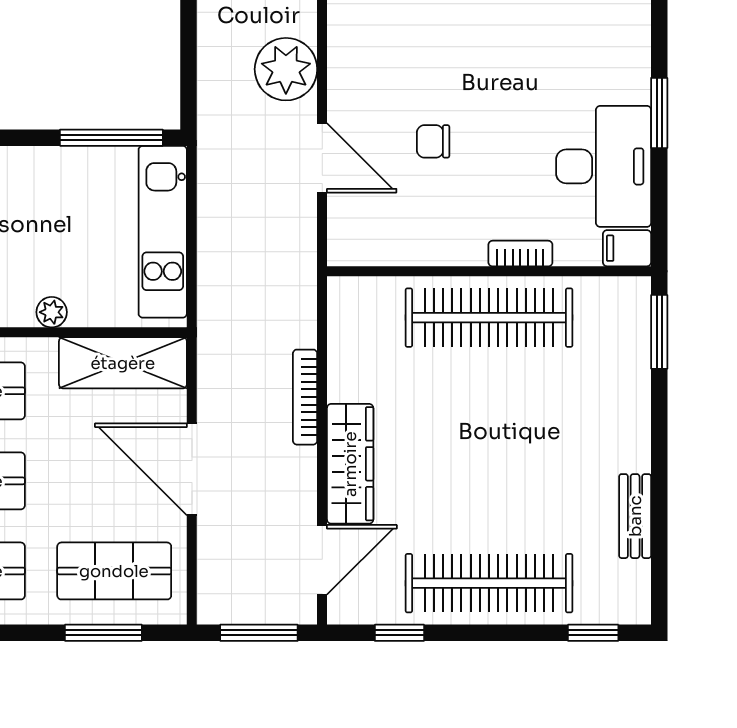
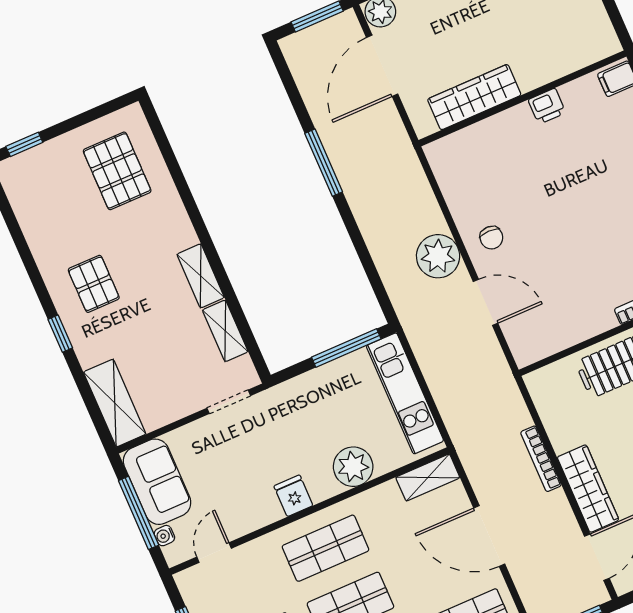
chair: (433, 141) -> (491, 238), moved, turned -90
plant: (52, 312) -> (353, 467), width x1.87, depth x1.87
shelving: (123, 363) -> (428, 478), width x0.67, depth x0.75

